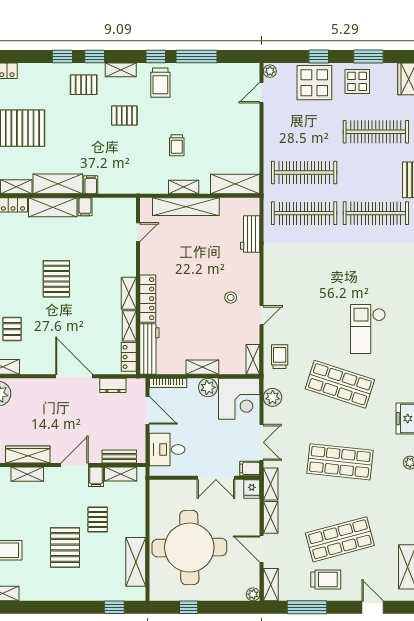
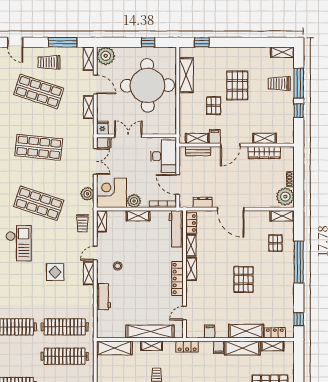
locker: (134, 186) -> (187, 346), added
filing cabinet: (85, 207) -> (210, 331), moved
workbench: (250, 234) -> (104, 297), moved
display table: (317, 289) -> (55, 272), added
locker: (148, 299) -> (177, 278), moved
double door: (262, 442) -> (95, 161), swing flipped
desk: (167, 449) -> (164, 156), width x1.37
shelving: (271, 484) -> (89, 273), moved
shop shelf: (340, 539) -> (39, 91), turned 33
plant: (253, 594) -> (106, 56), width x1.88, depth x1.88

